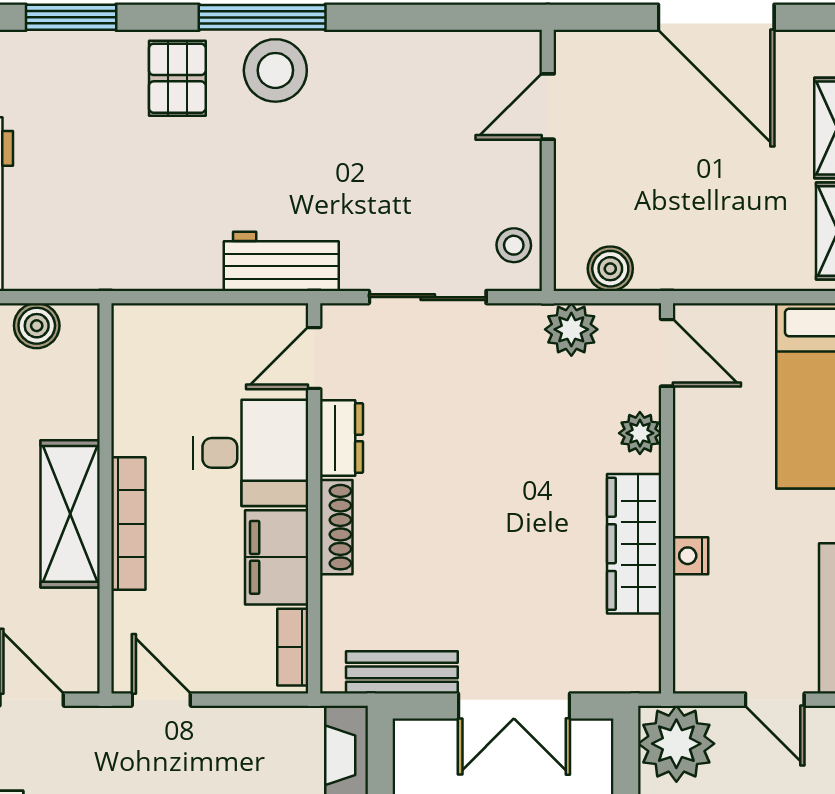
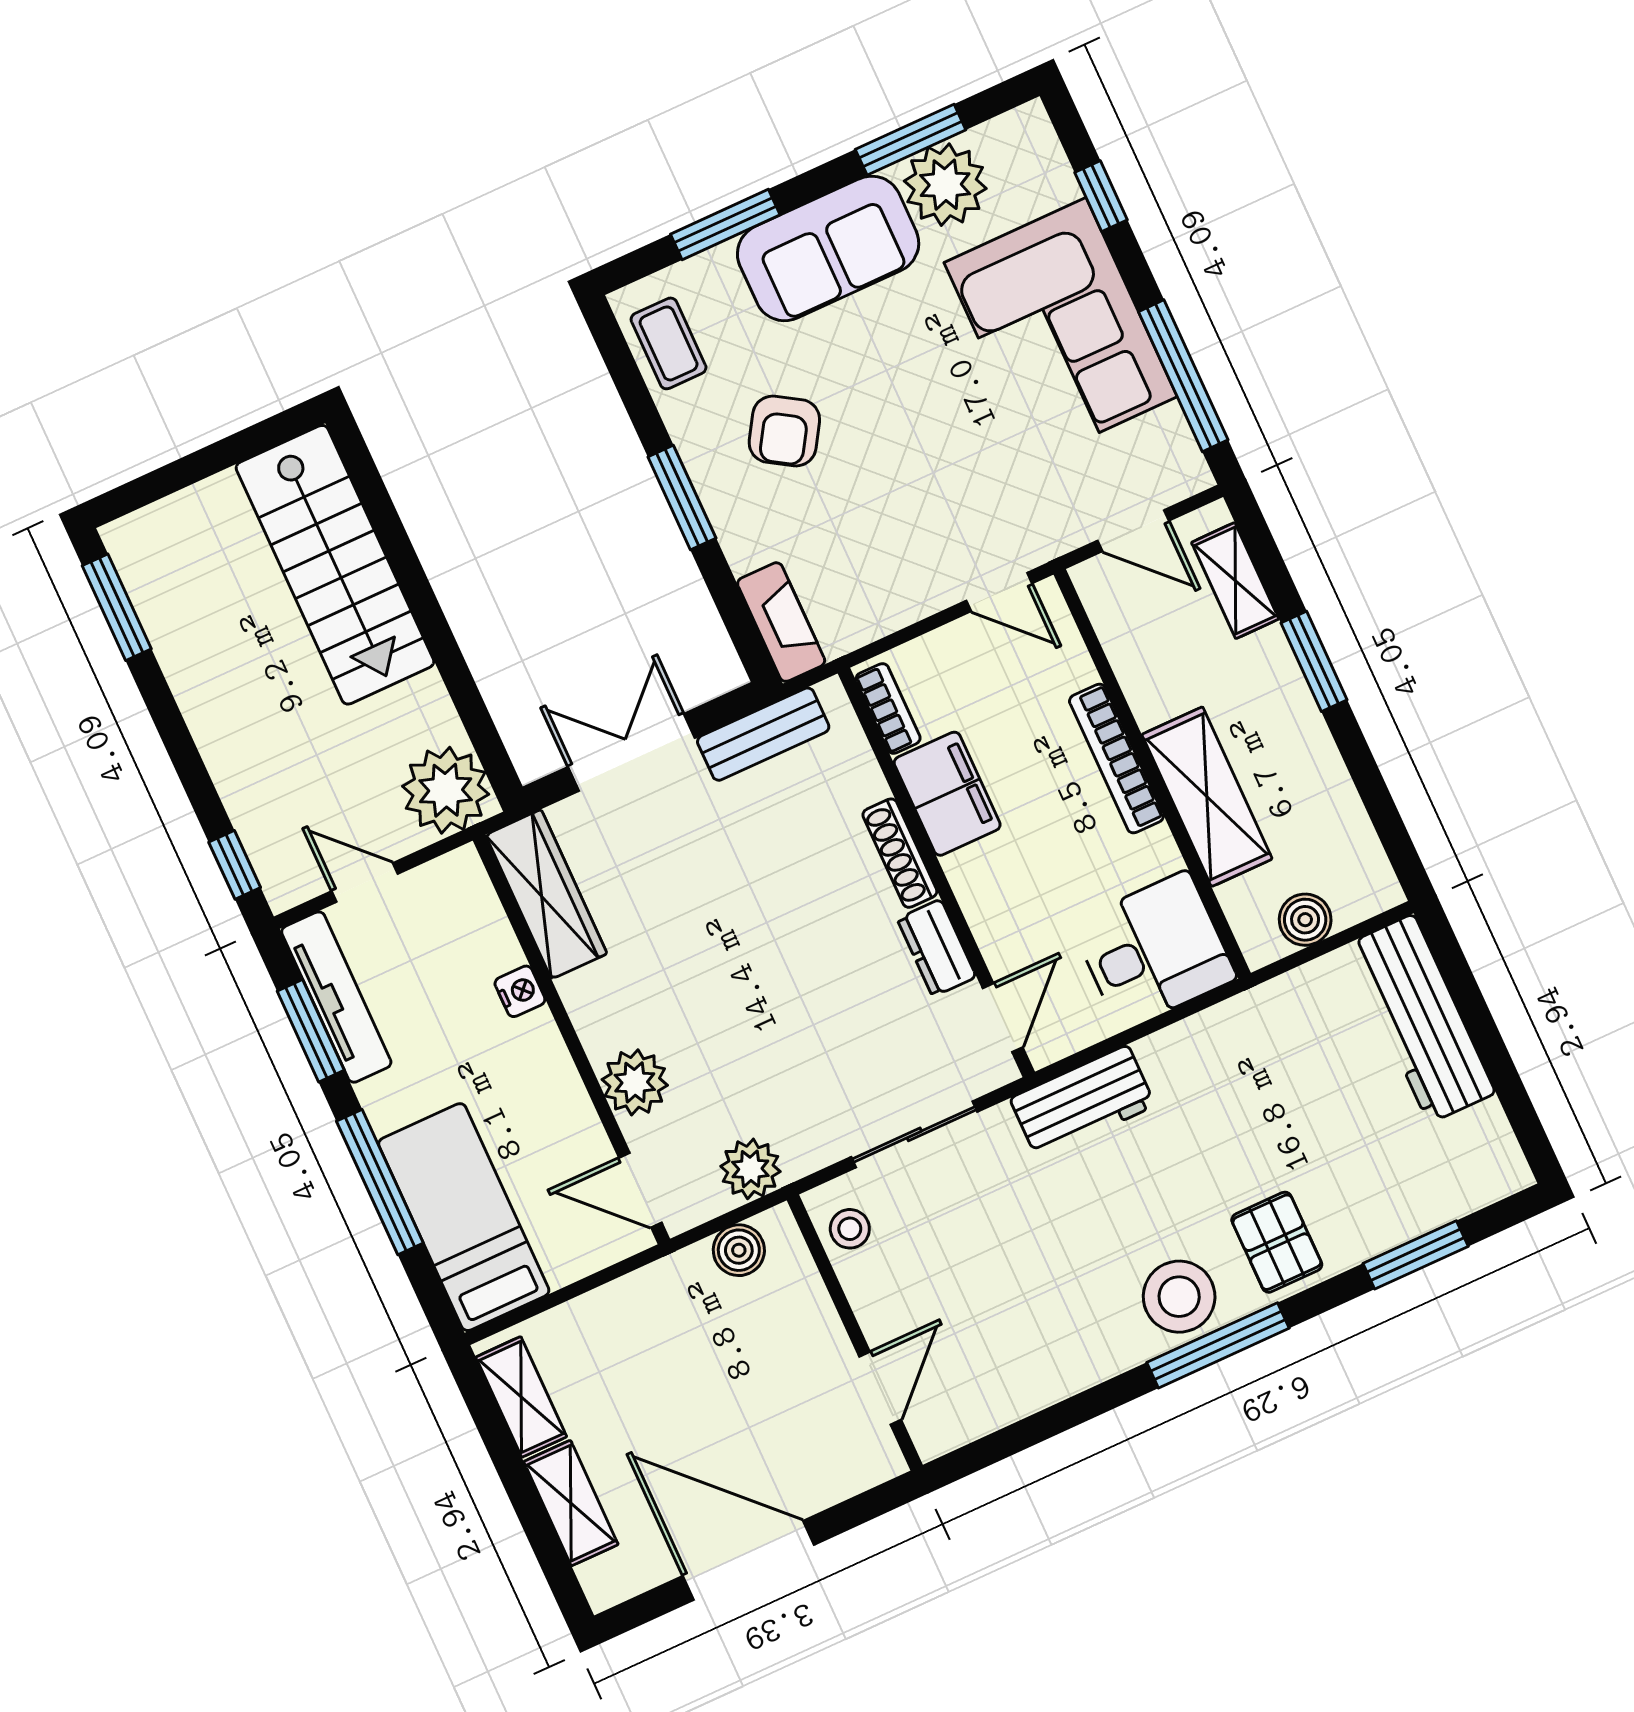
plant: (640, 433) -> (635, 1082), width x1.38, depth x1.38
desk: (251, 453) -> (1154, 951), moved, turned 180
shelving: (70, 514) -> (1207, 797), moved
wardrobe: (634, 544) -> (546, 894), moved

